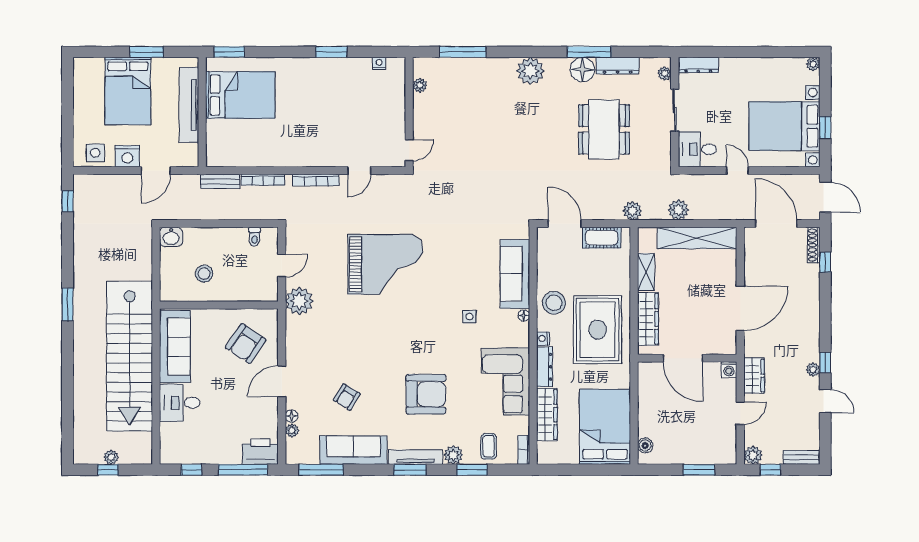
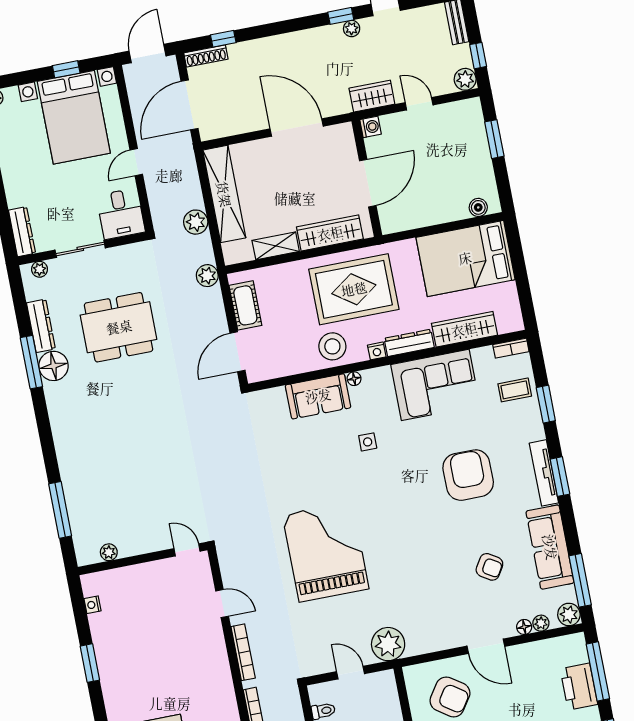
plant: (530, 71) -> (67, 426), removed
sofa: (515, 274) -> (318, 396), width x0.73
printer: (260, 452) -> (579, 687), moved
plant: (453, 455) -> (569, 614), moved

